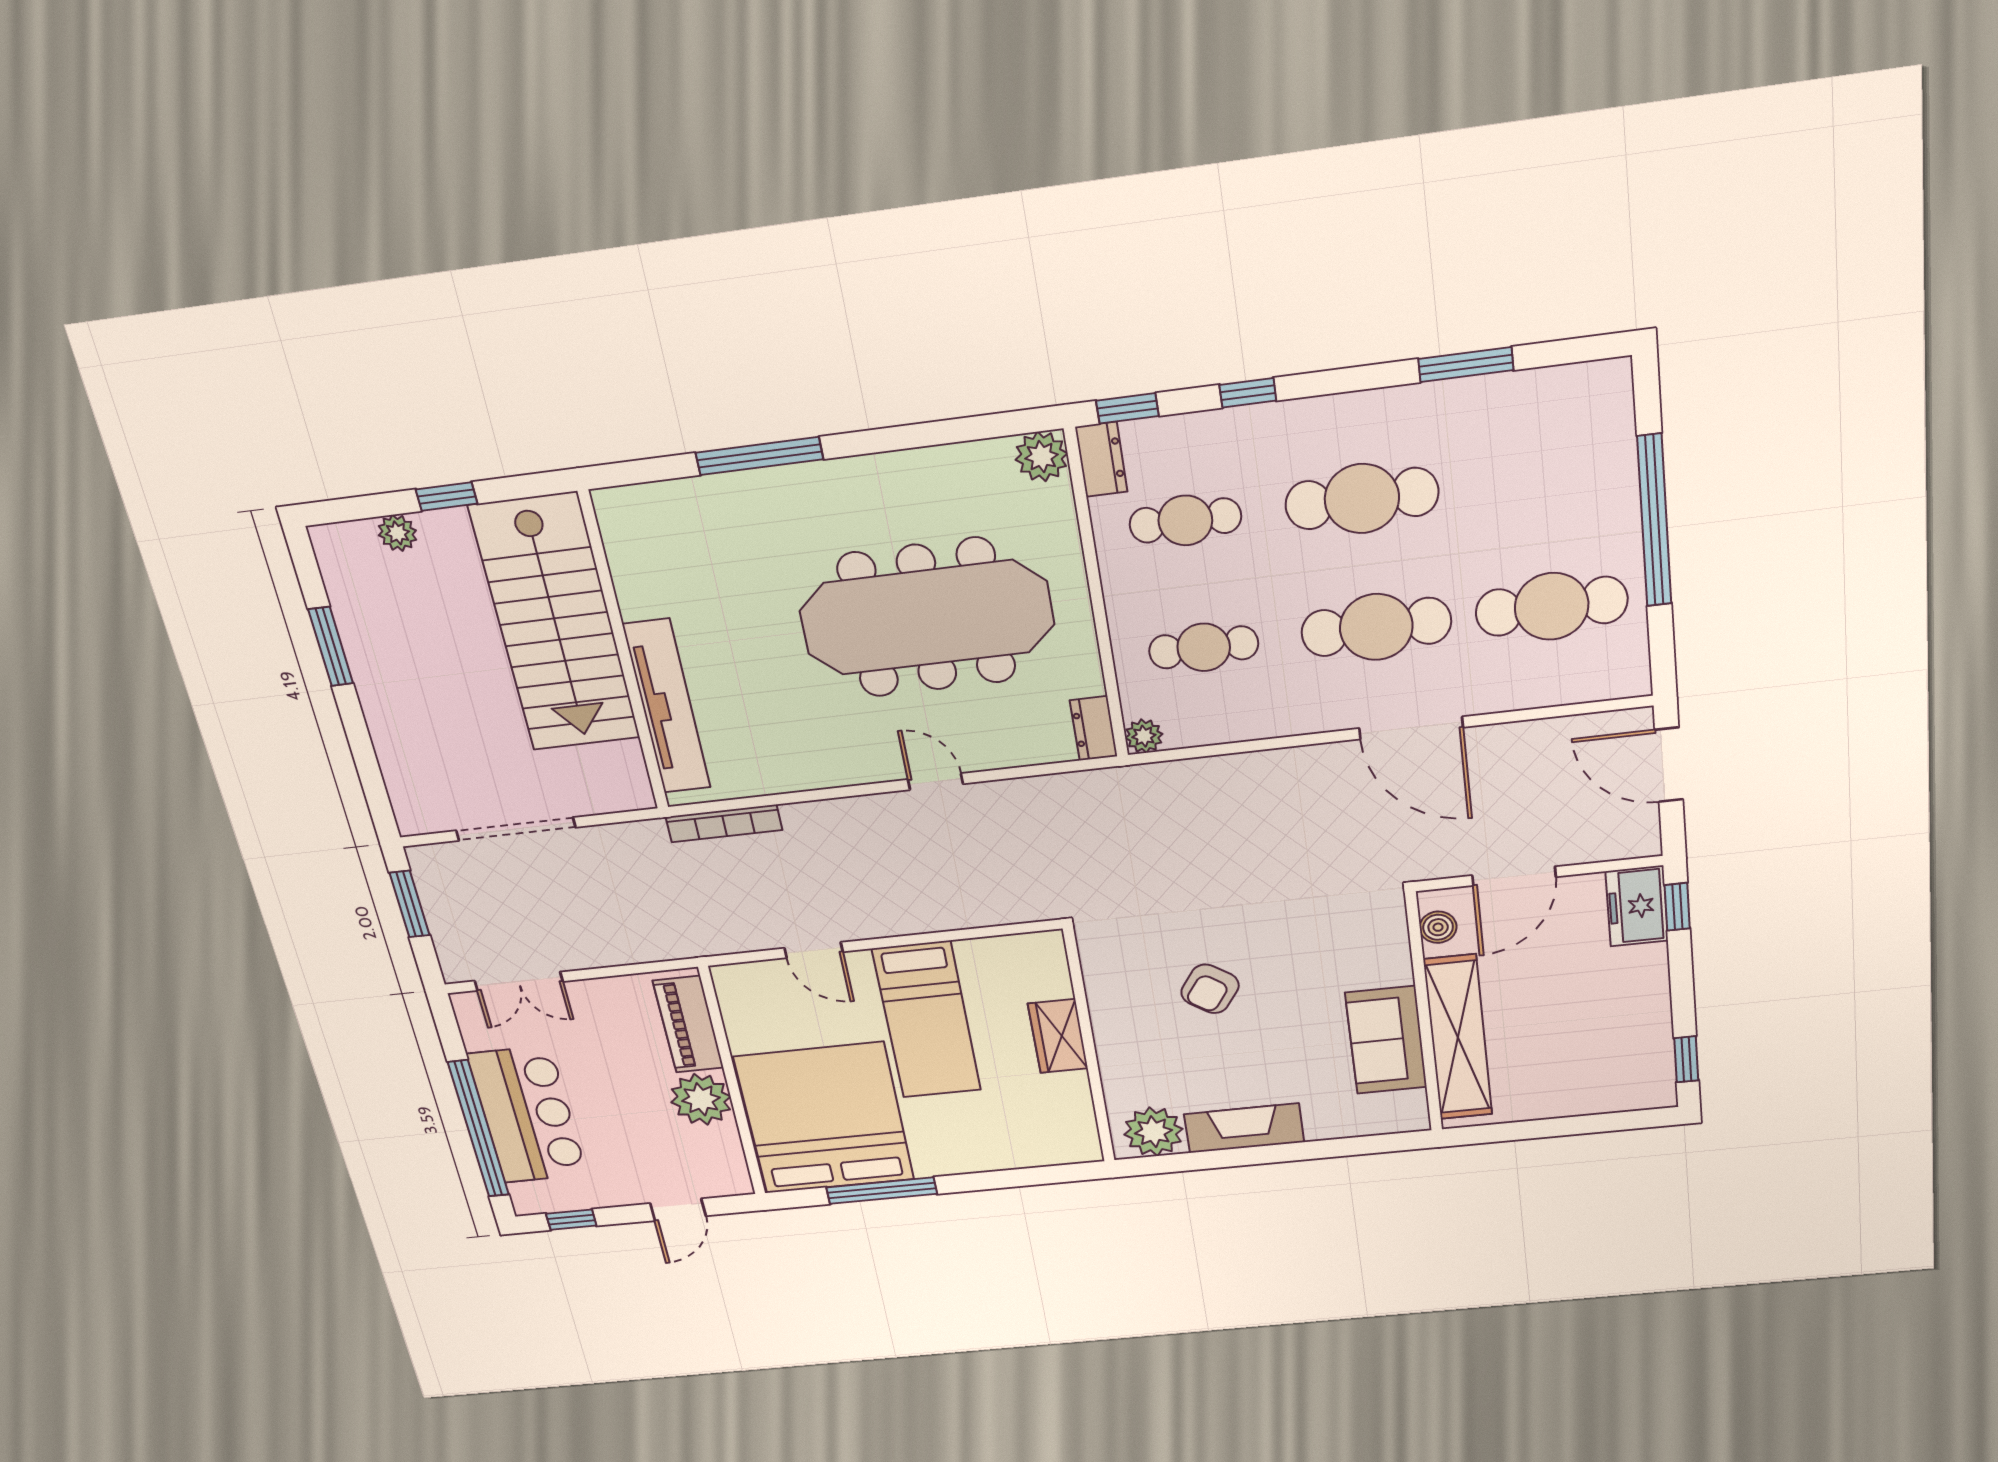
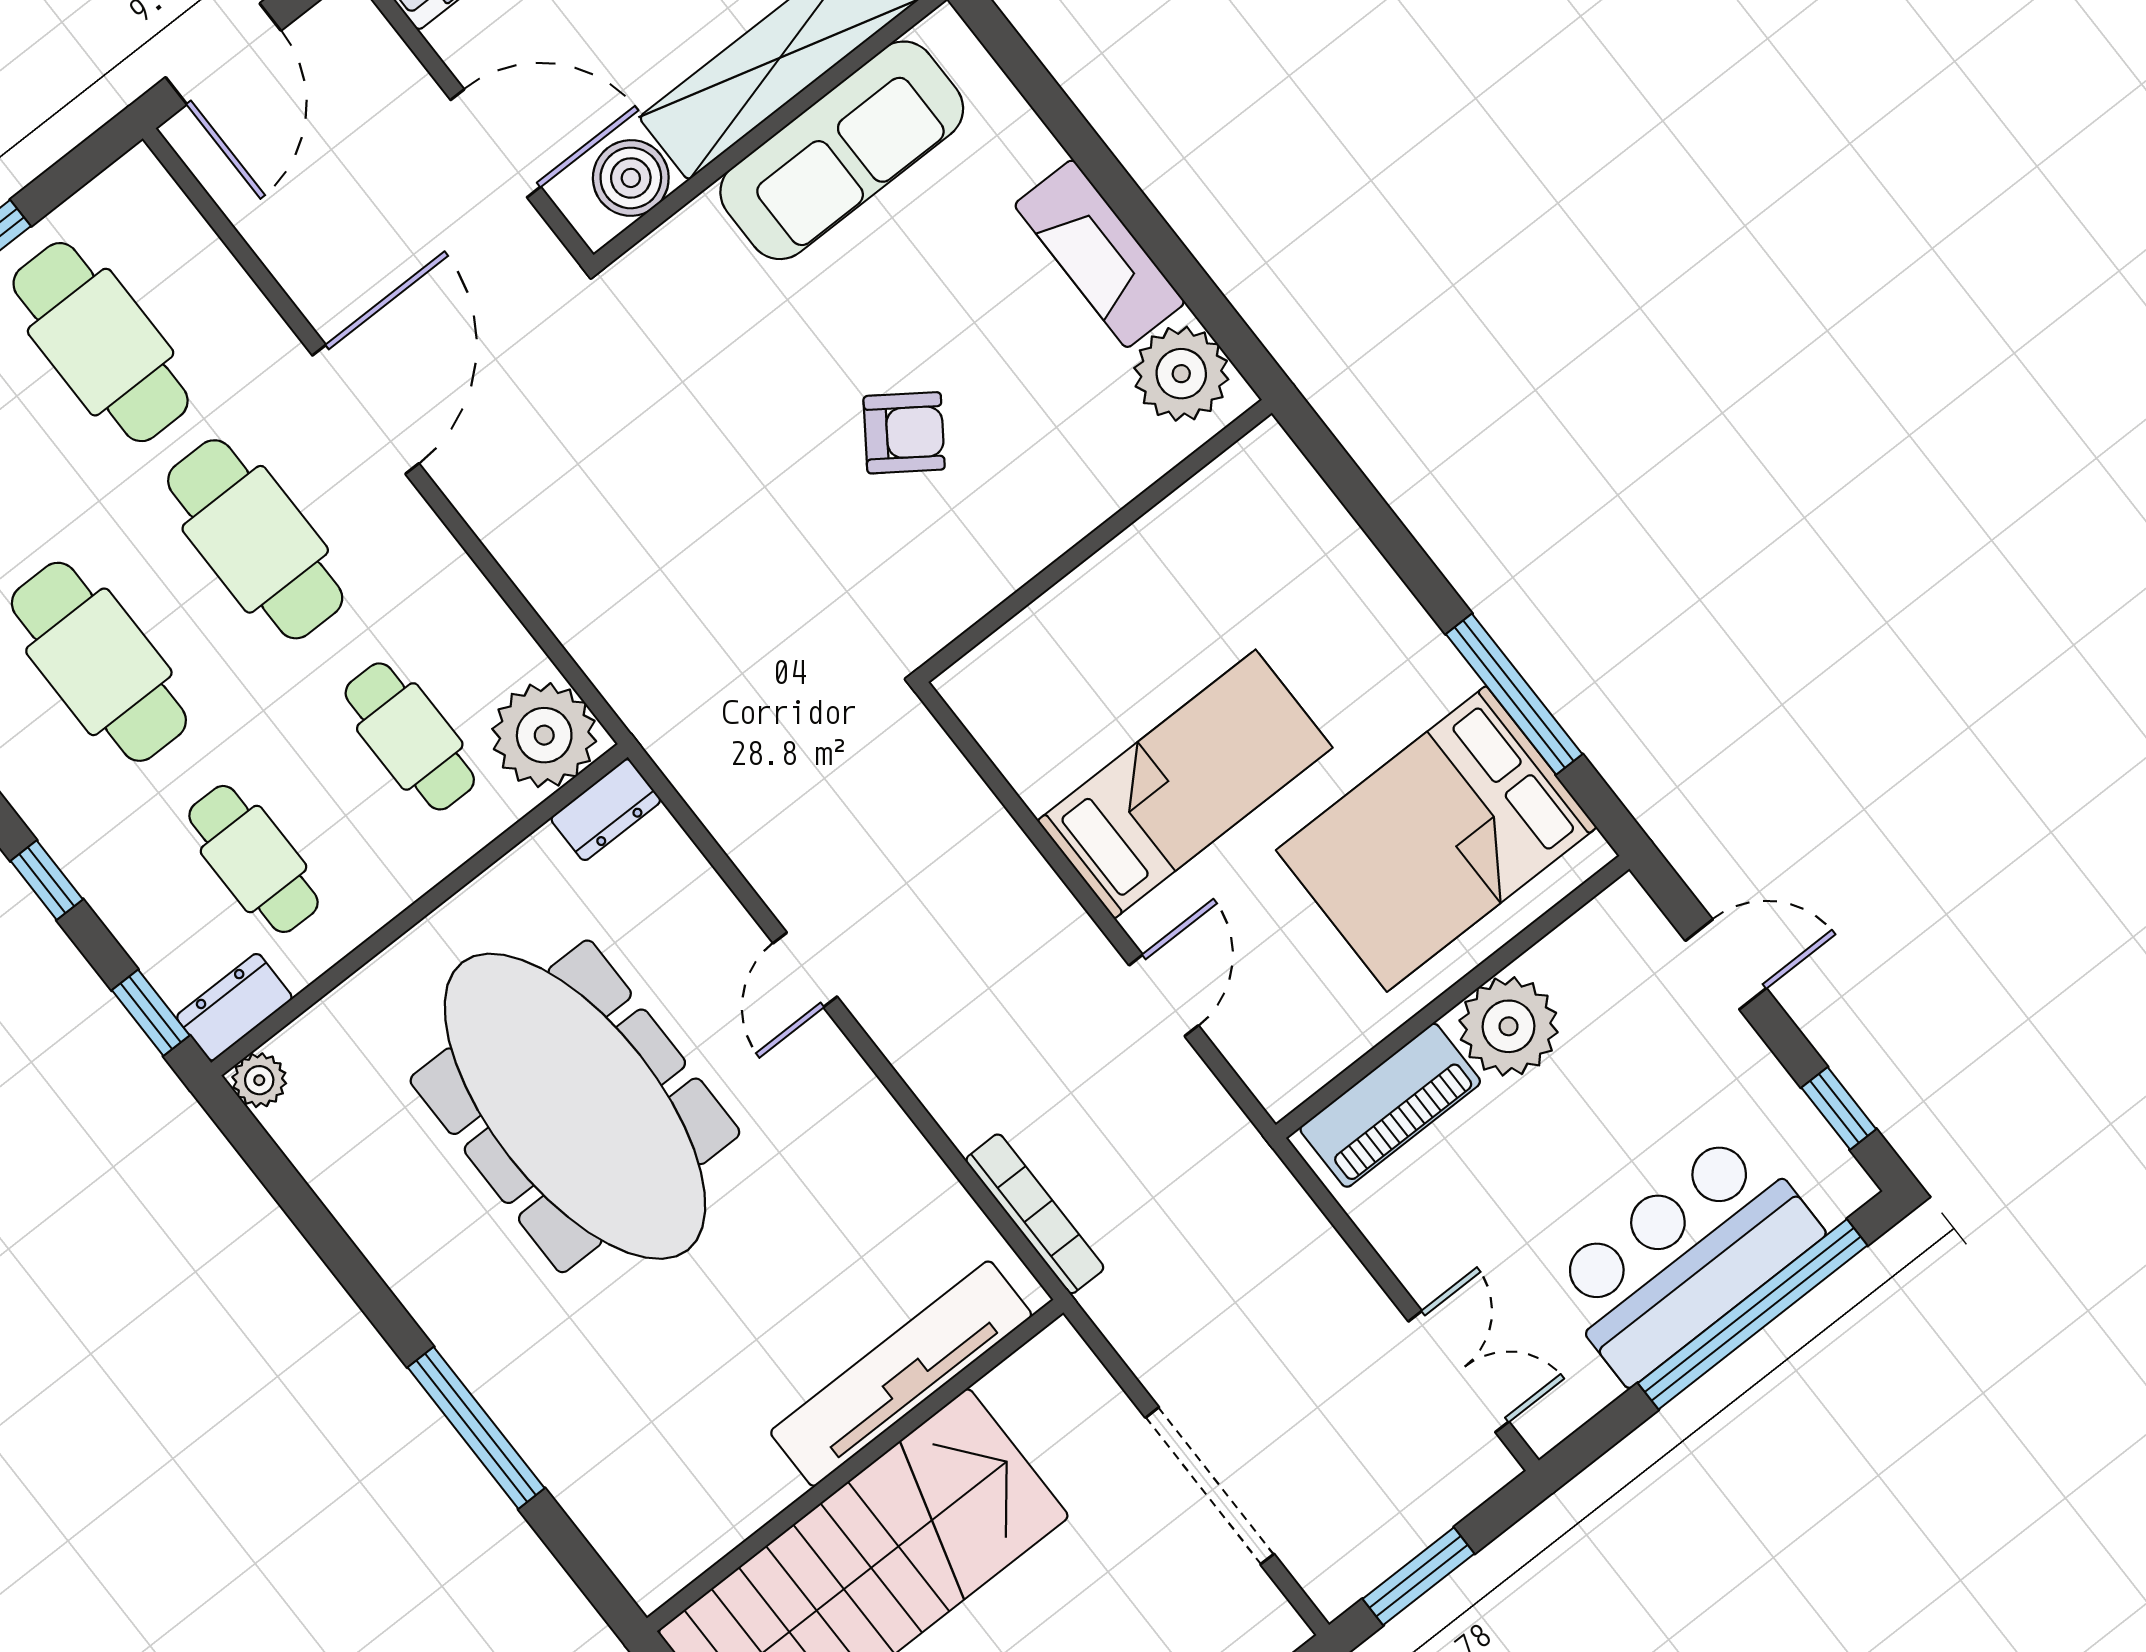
plant: (1041, 457) -> (259, 1080), width x0.73, depth x0.73
plant: (1144, 736) -> (544, 735), width x1.87, depth x1.87
boiler: (1438, 927) -> (631, 178), width x1.36, depth x1.36
wardrobe: (1058, 1036) -> (1103, 593), removed
sofa: (1386, 1040) -> (842, 150), width x1.36
bed: (824, 1118) -> (1436, 839), width x0.73

